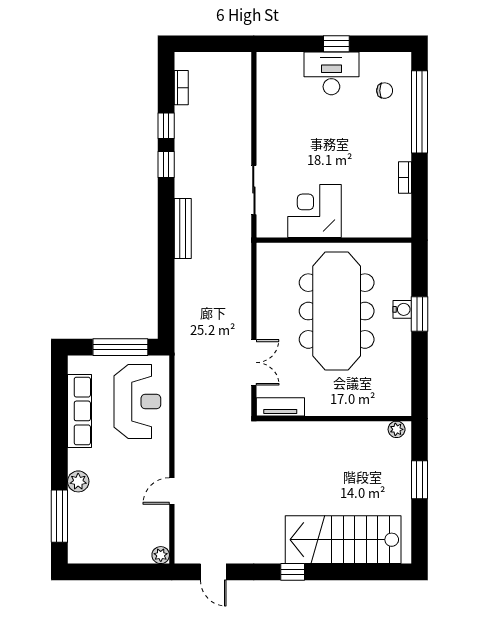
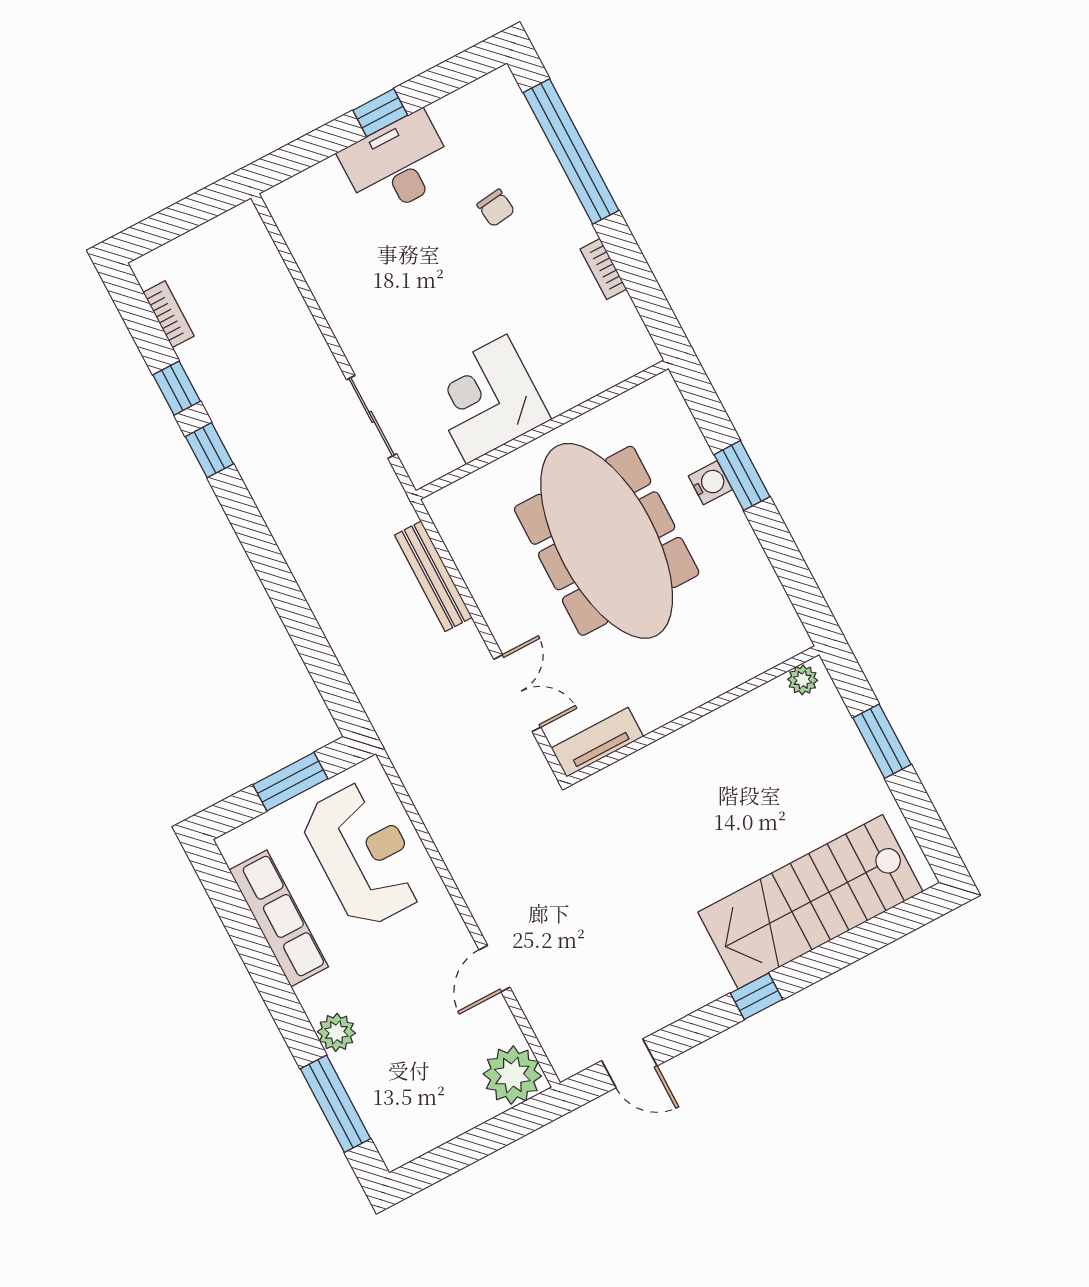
chair: (385, 91) -> (496, 208), moved, turned 83
bench: (183, 229) -> (433, 576), moved
window: (120, 347) -> (290, 782), width x0.69
plant: (161, 555) -> (512, 1075), width x1.88, depth x1.88

